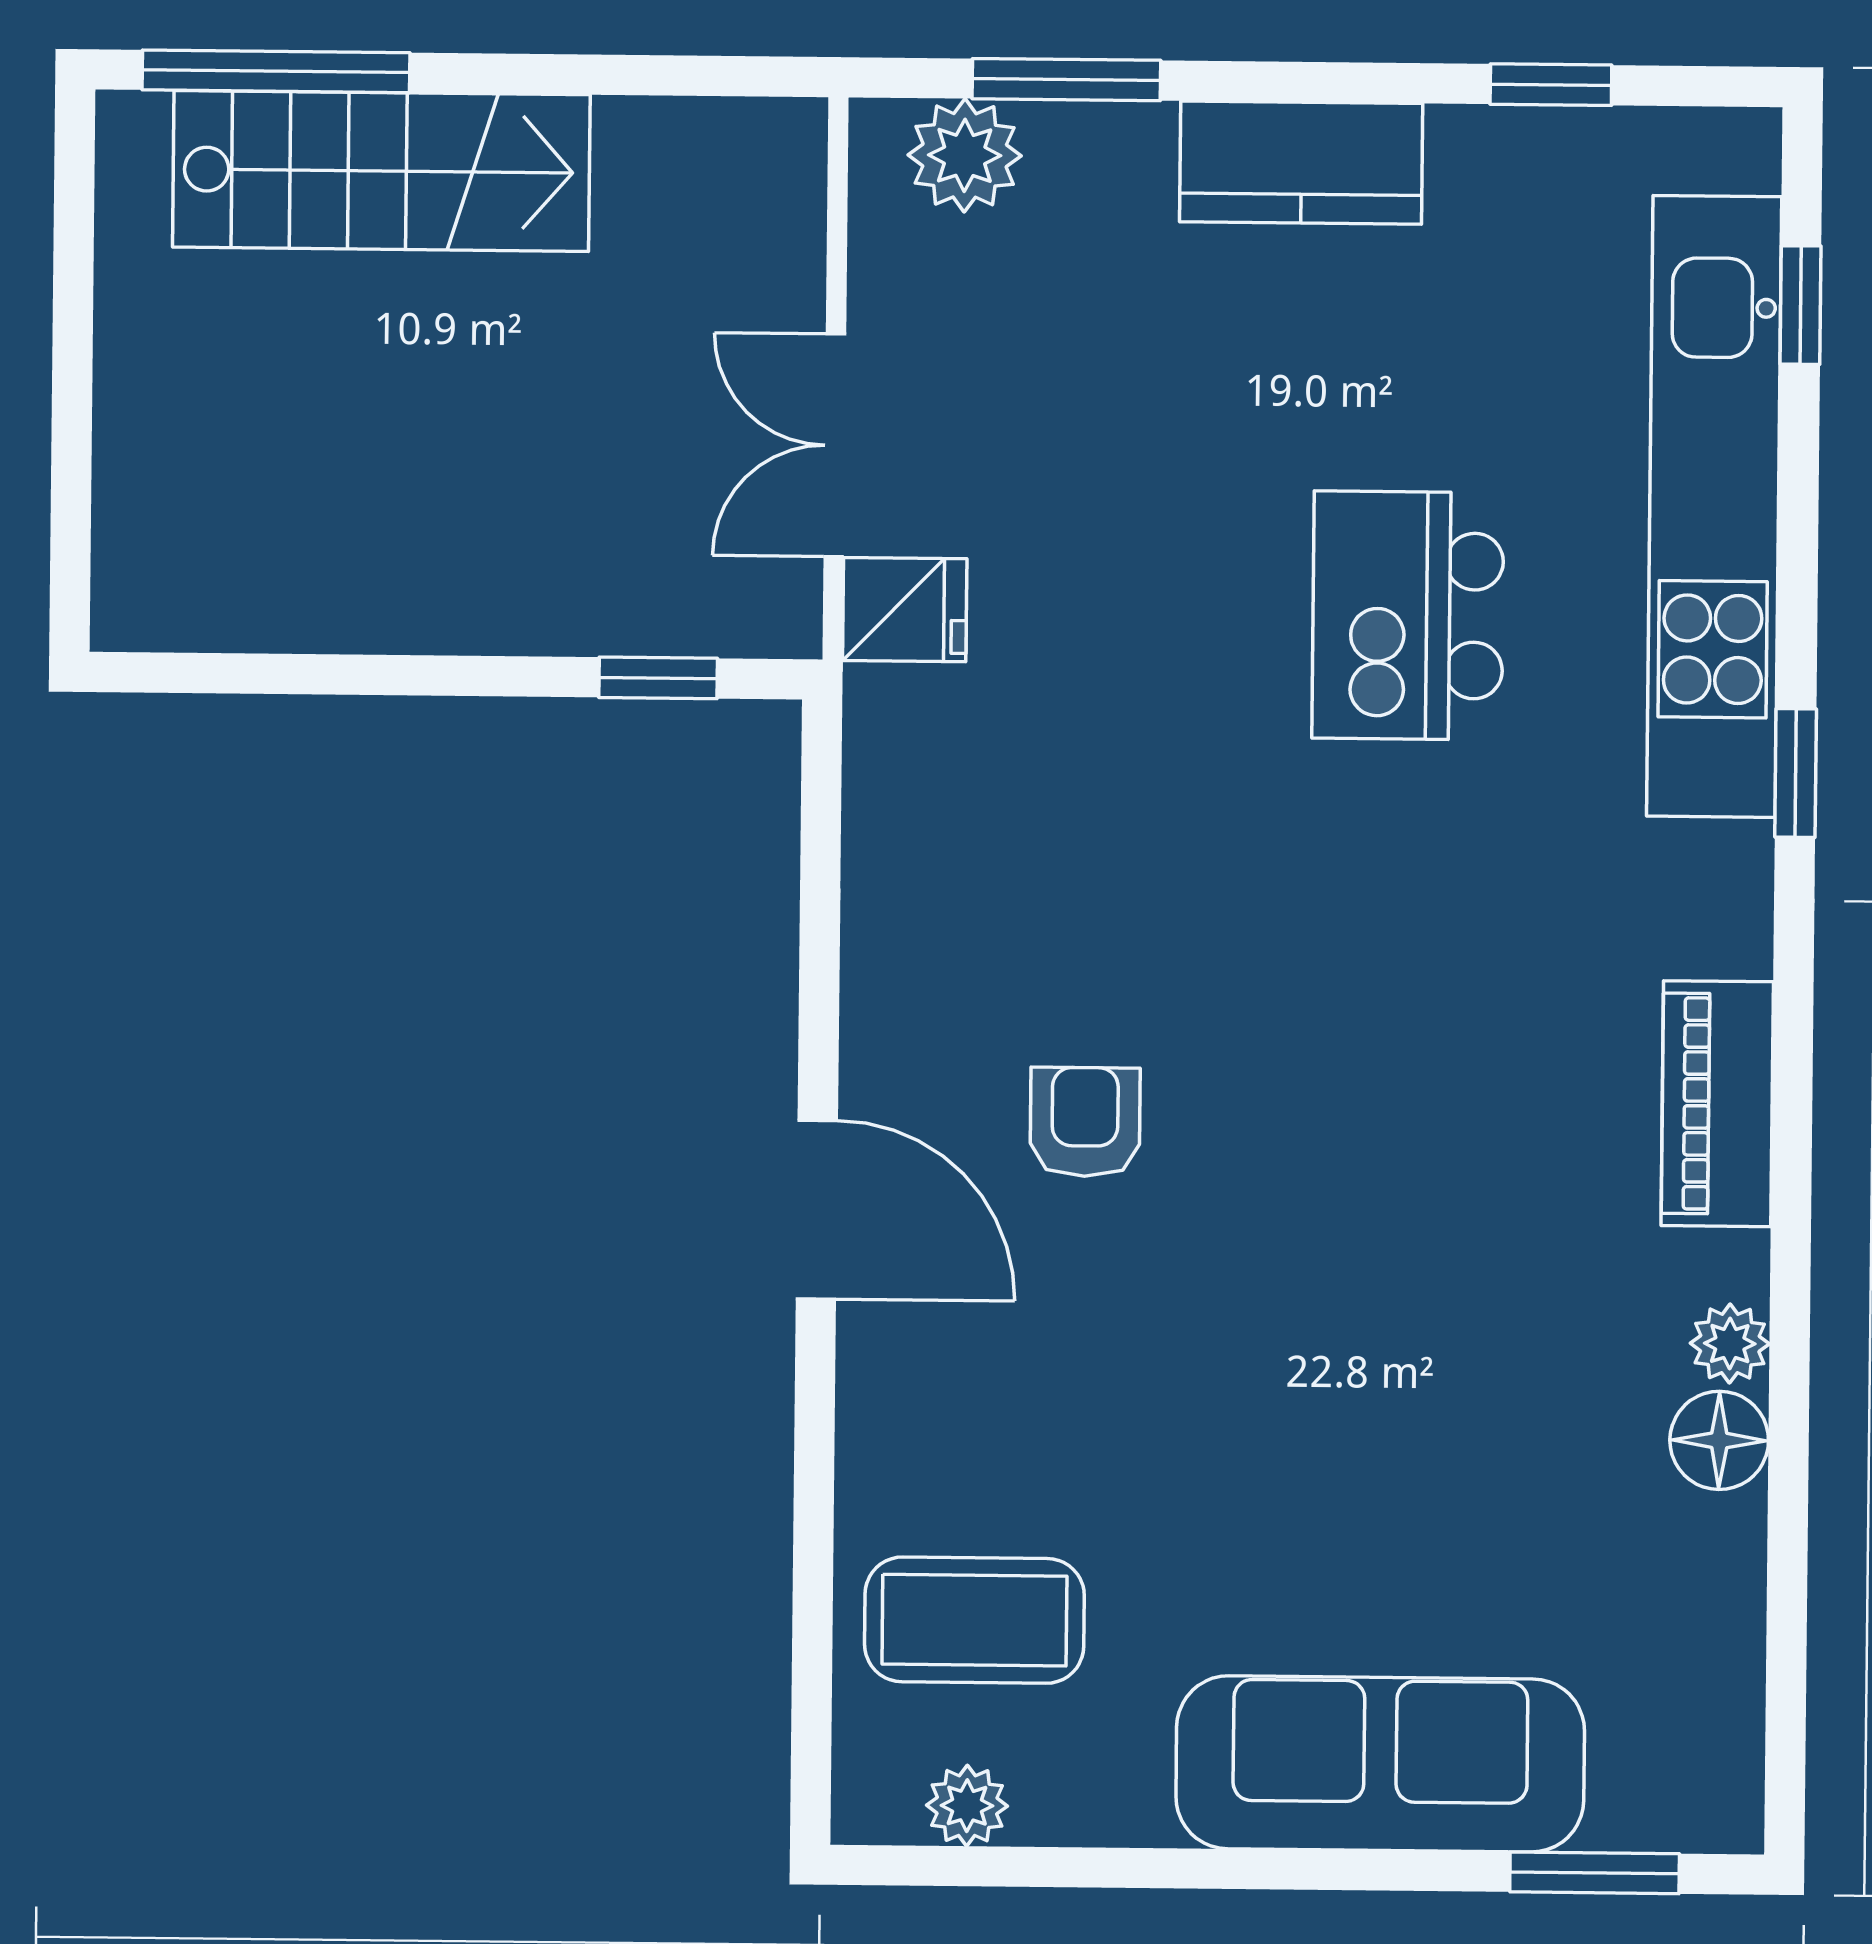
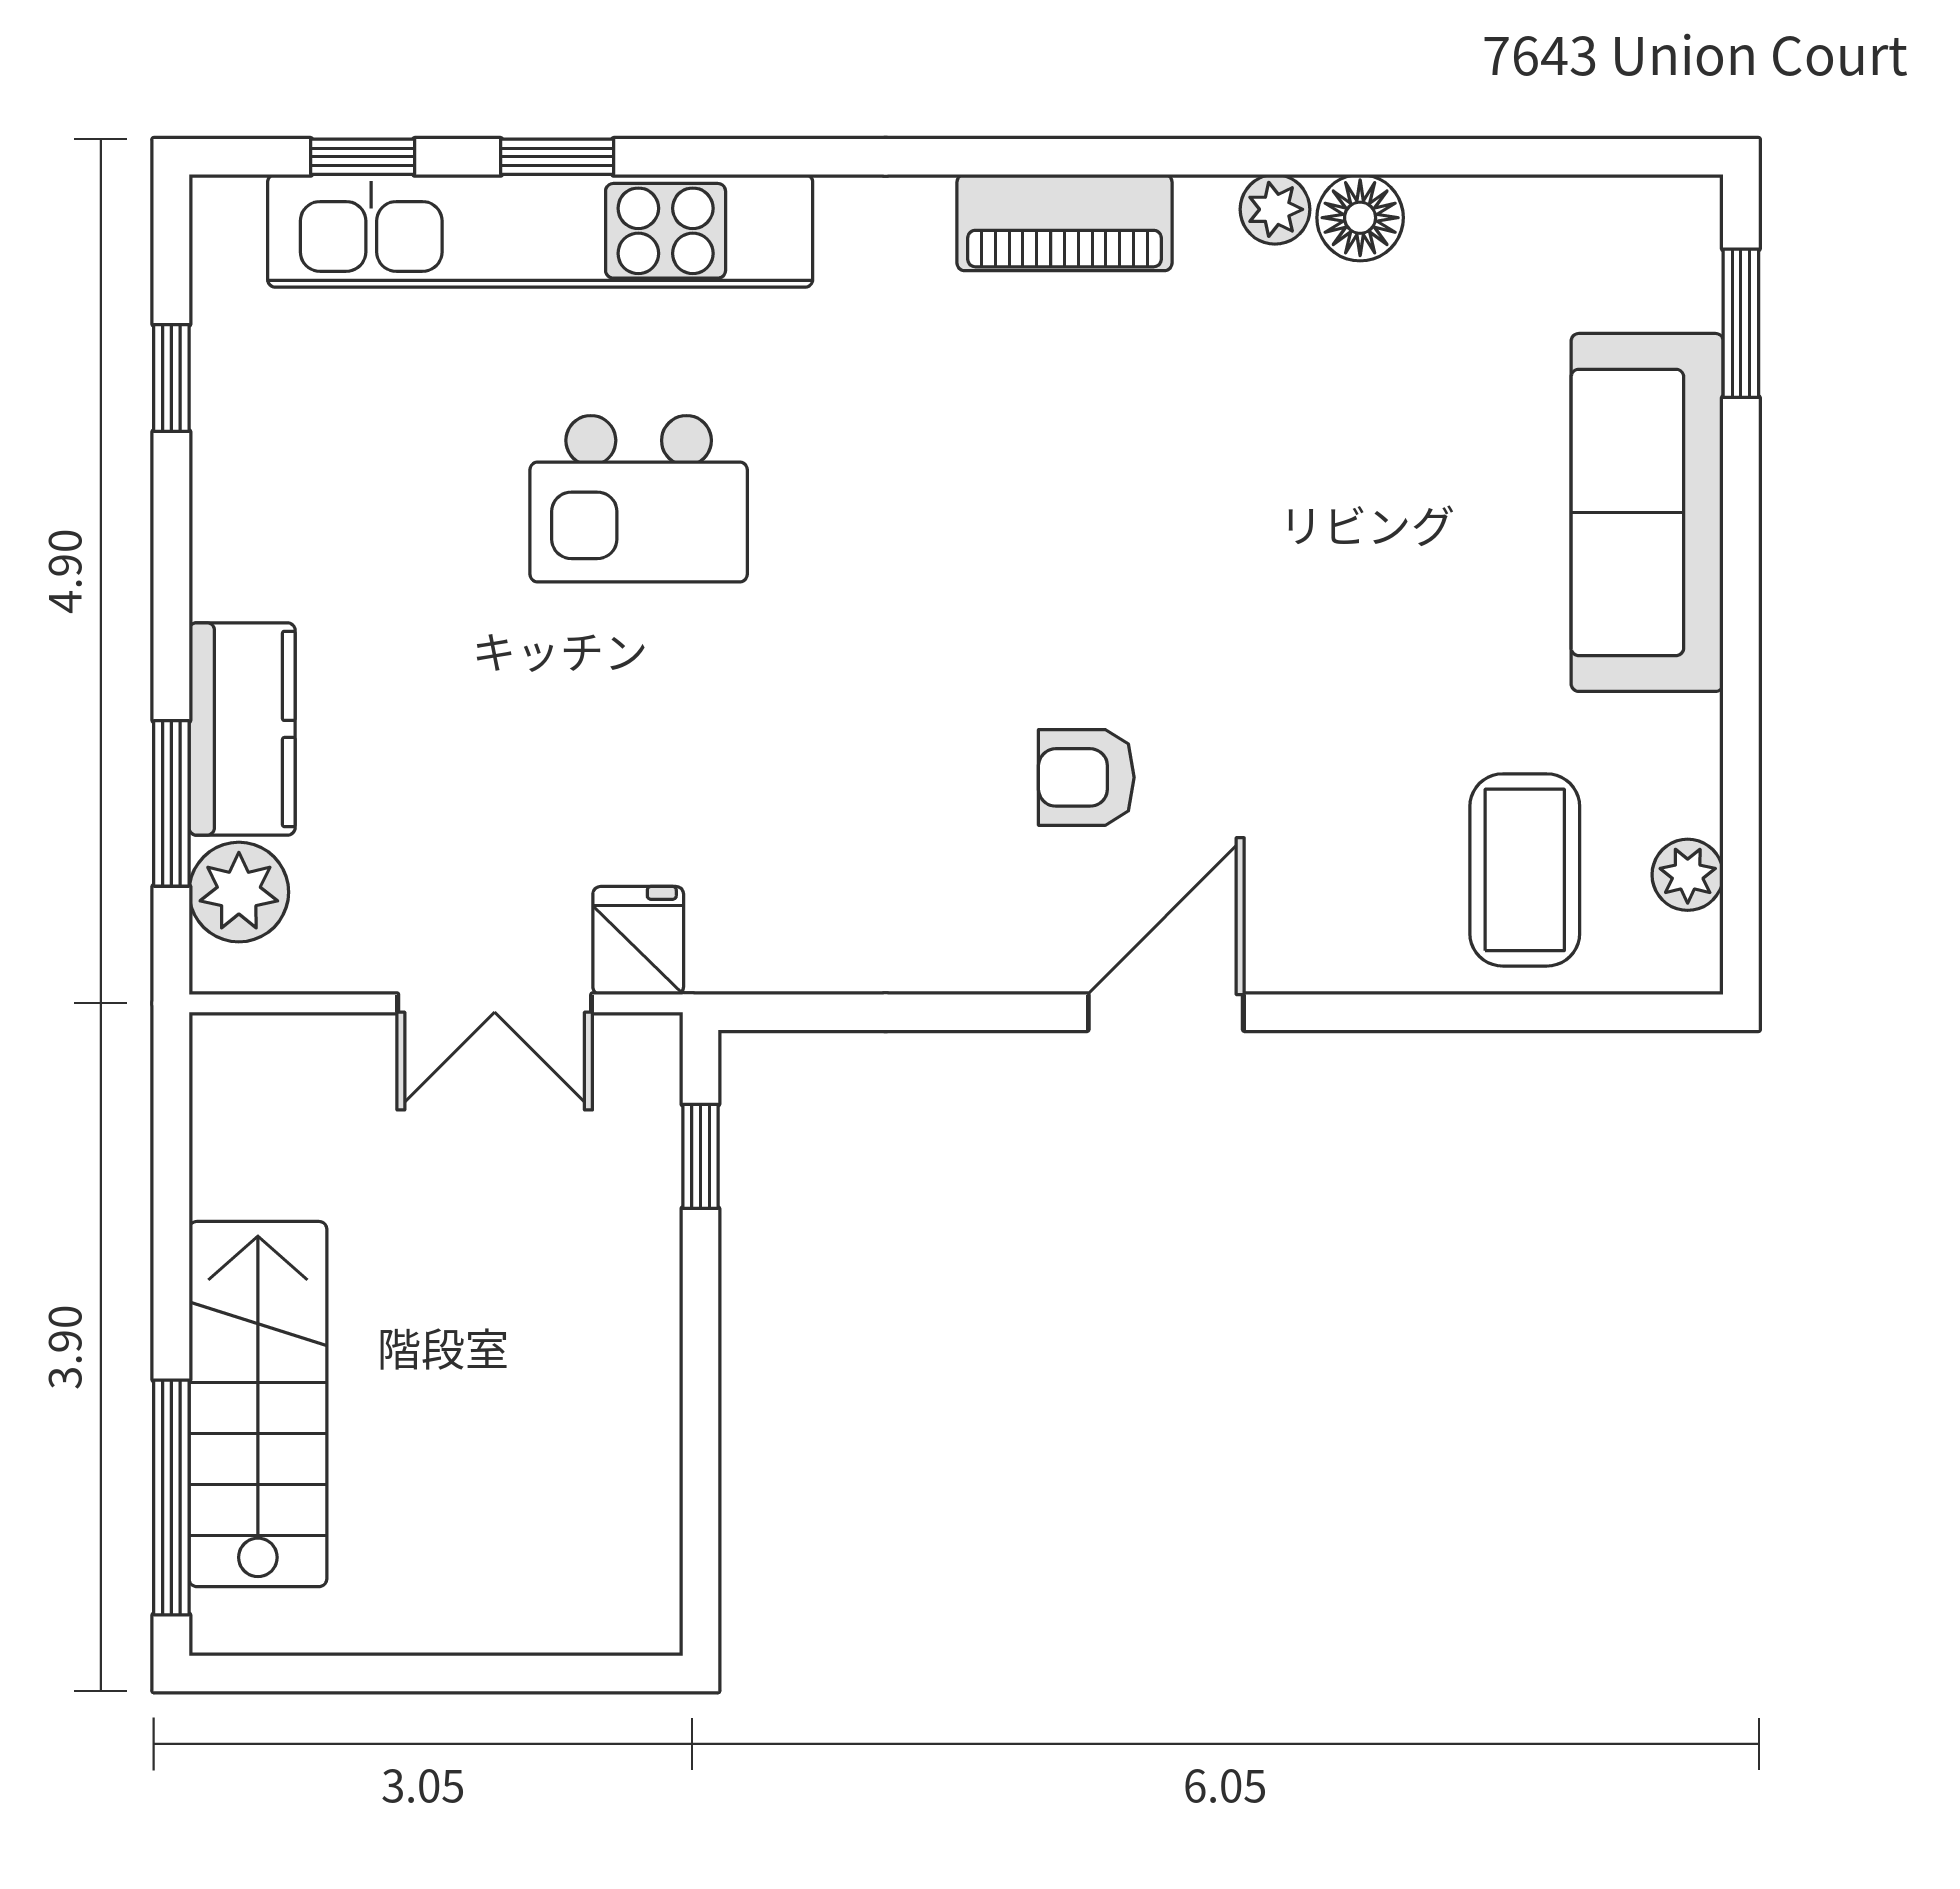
kitchen counter: (1301, 163) -> (242, 729), moved
window: (1796, 773) -> (557, 157), moved

